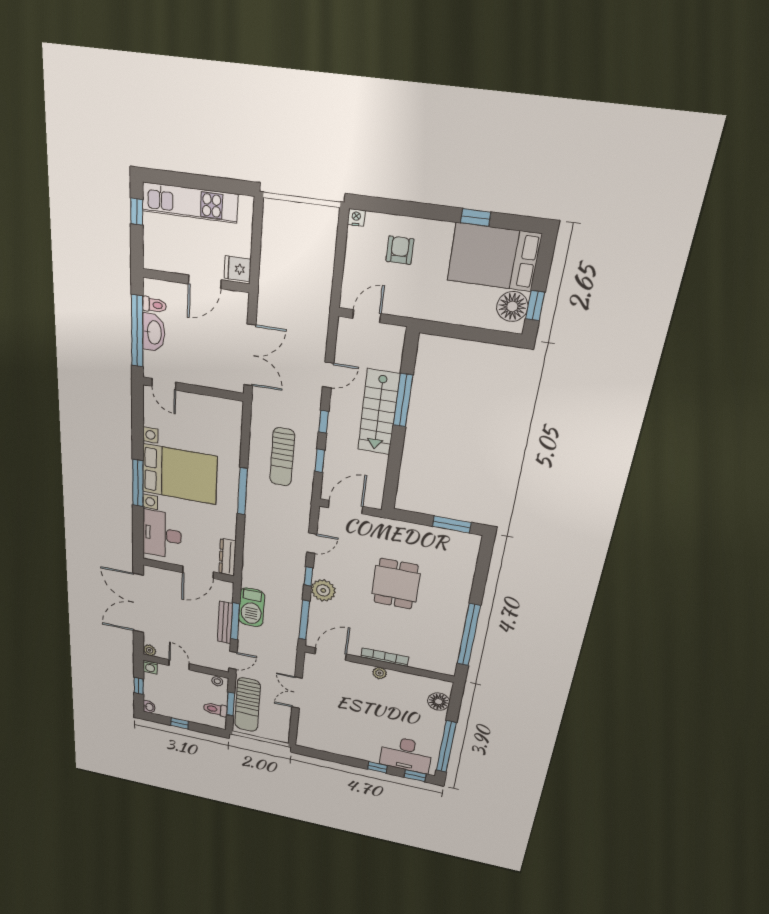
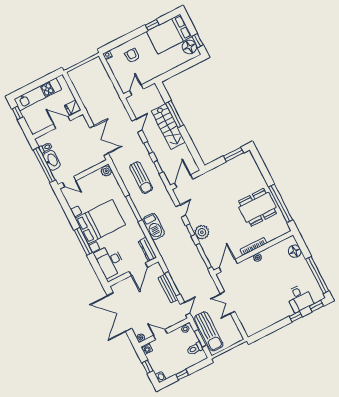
door: (205, 282) -> (62, 122), swing flipped
plant: (233, 409) -> (106, 171), added
dining table: (396, 584) -> (257, 207), moved, width x1.38
barbecue: (252, 607) -> (153, 227), moved
desk: (406, 754) -> (299, 298), width x0.73

